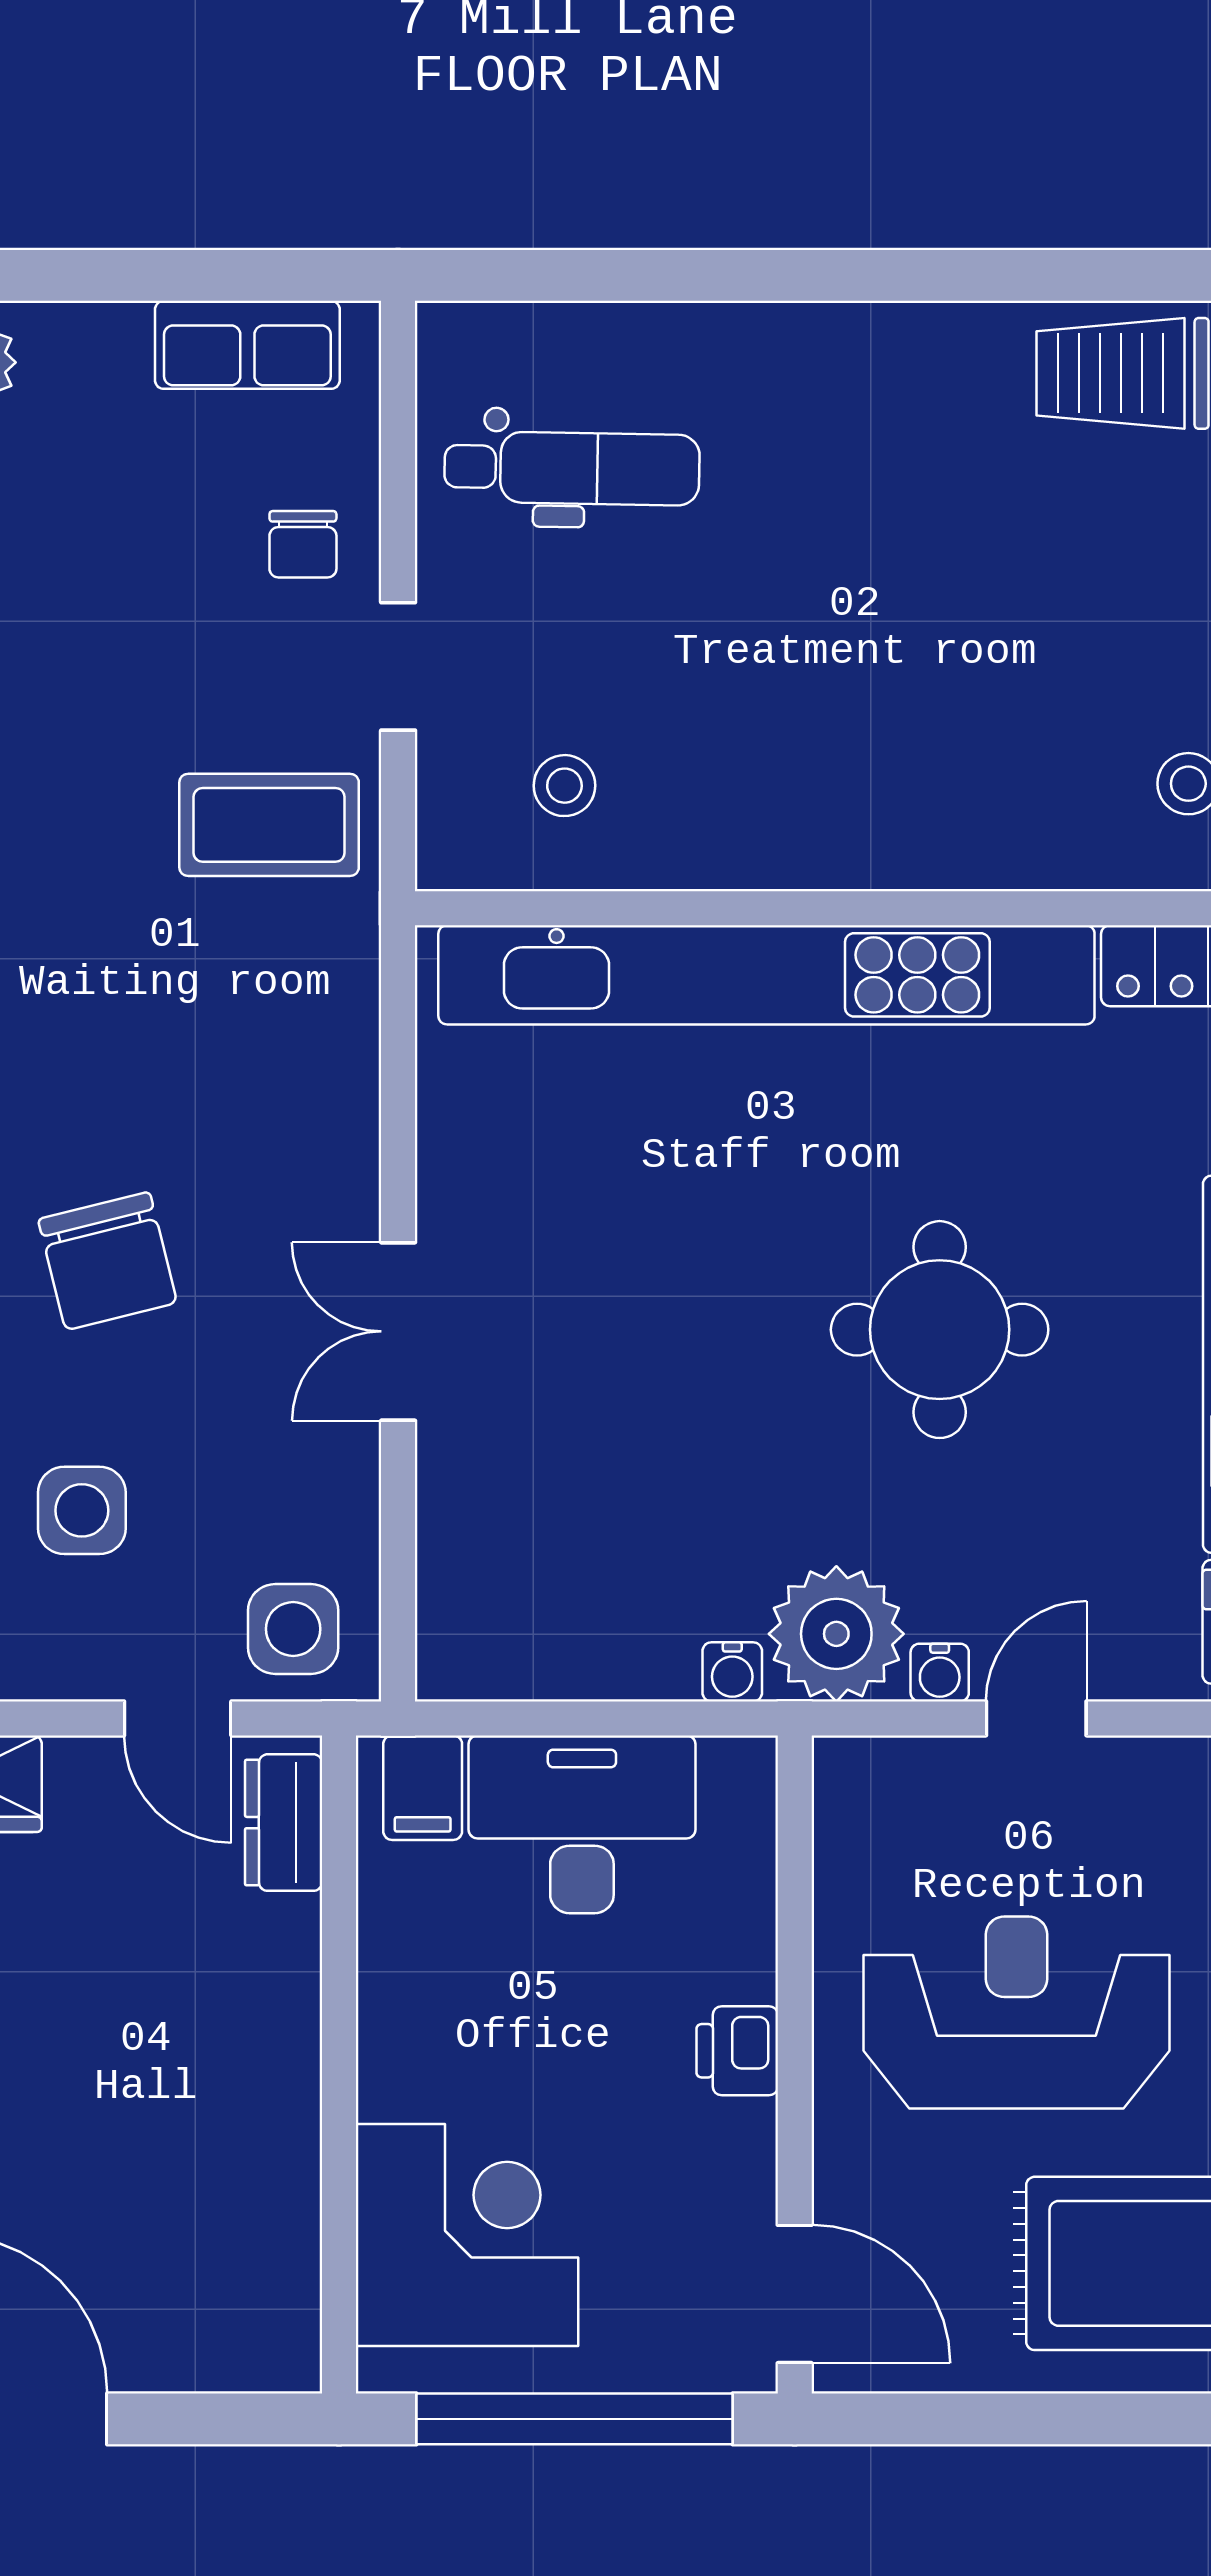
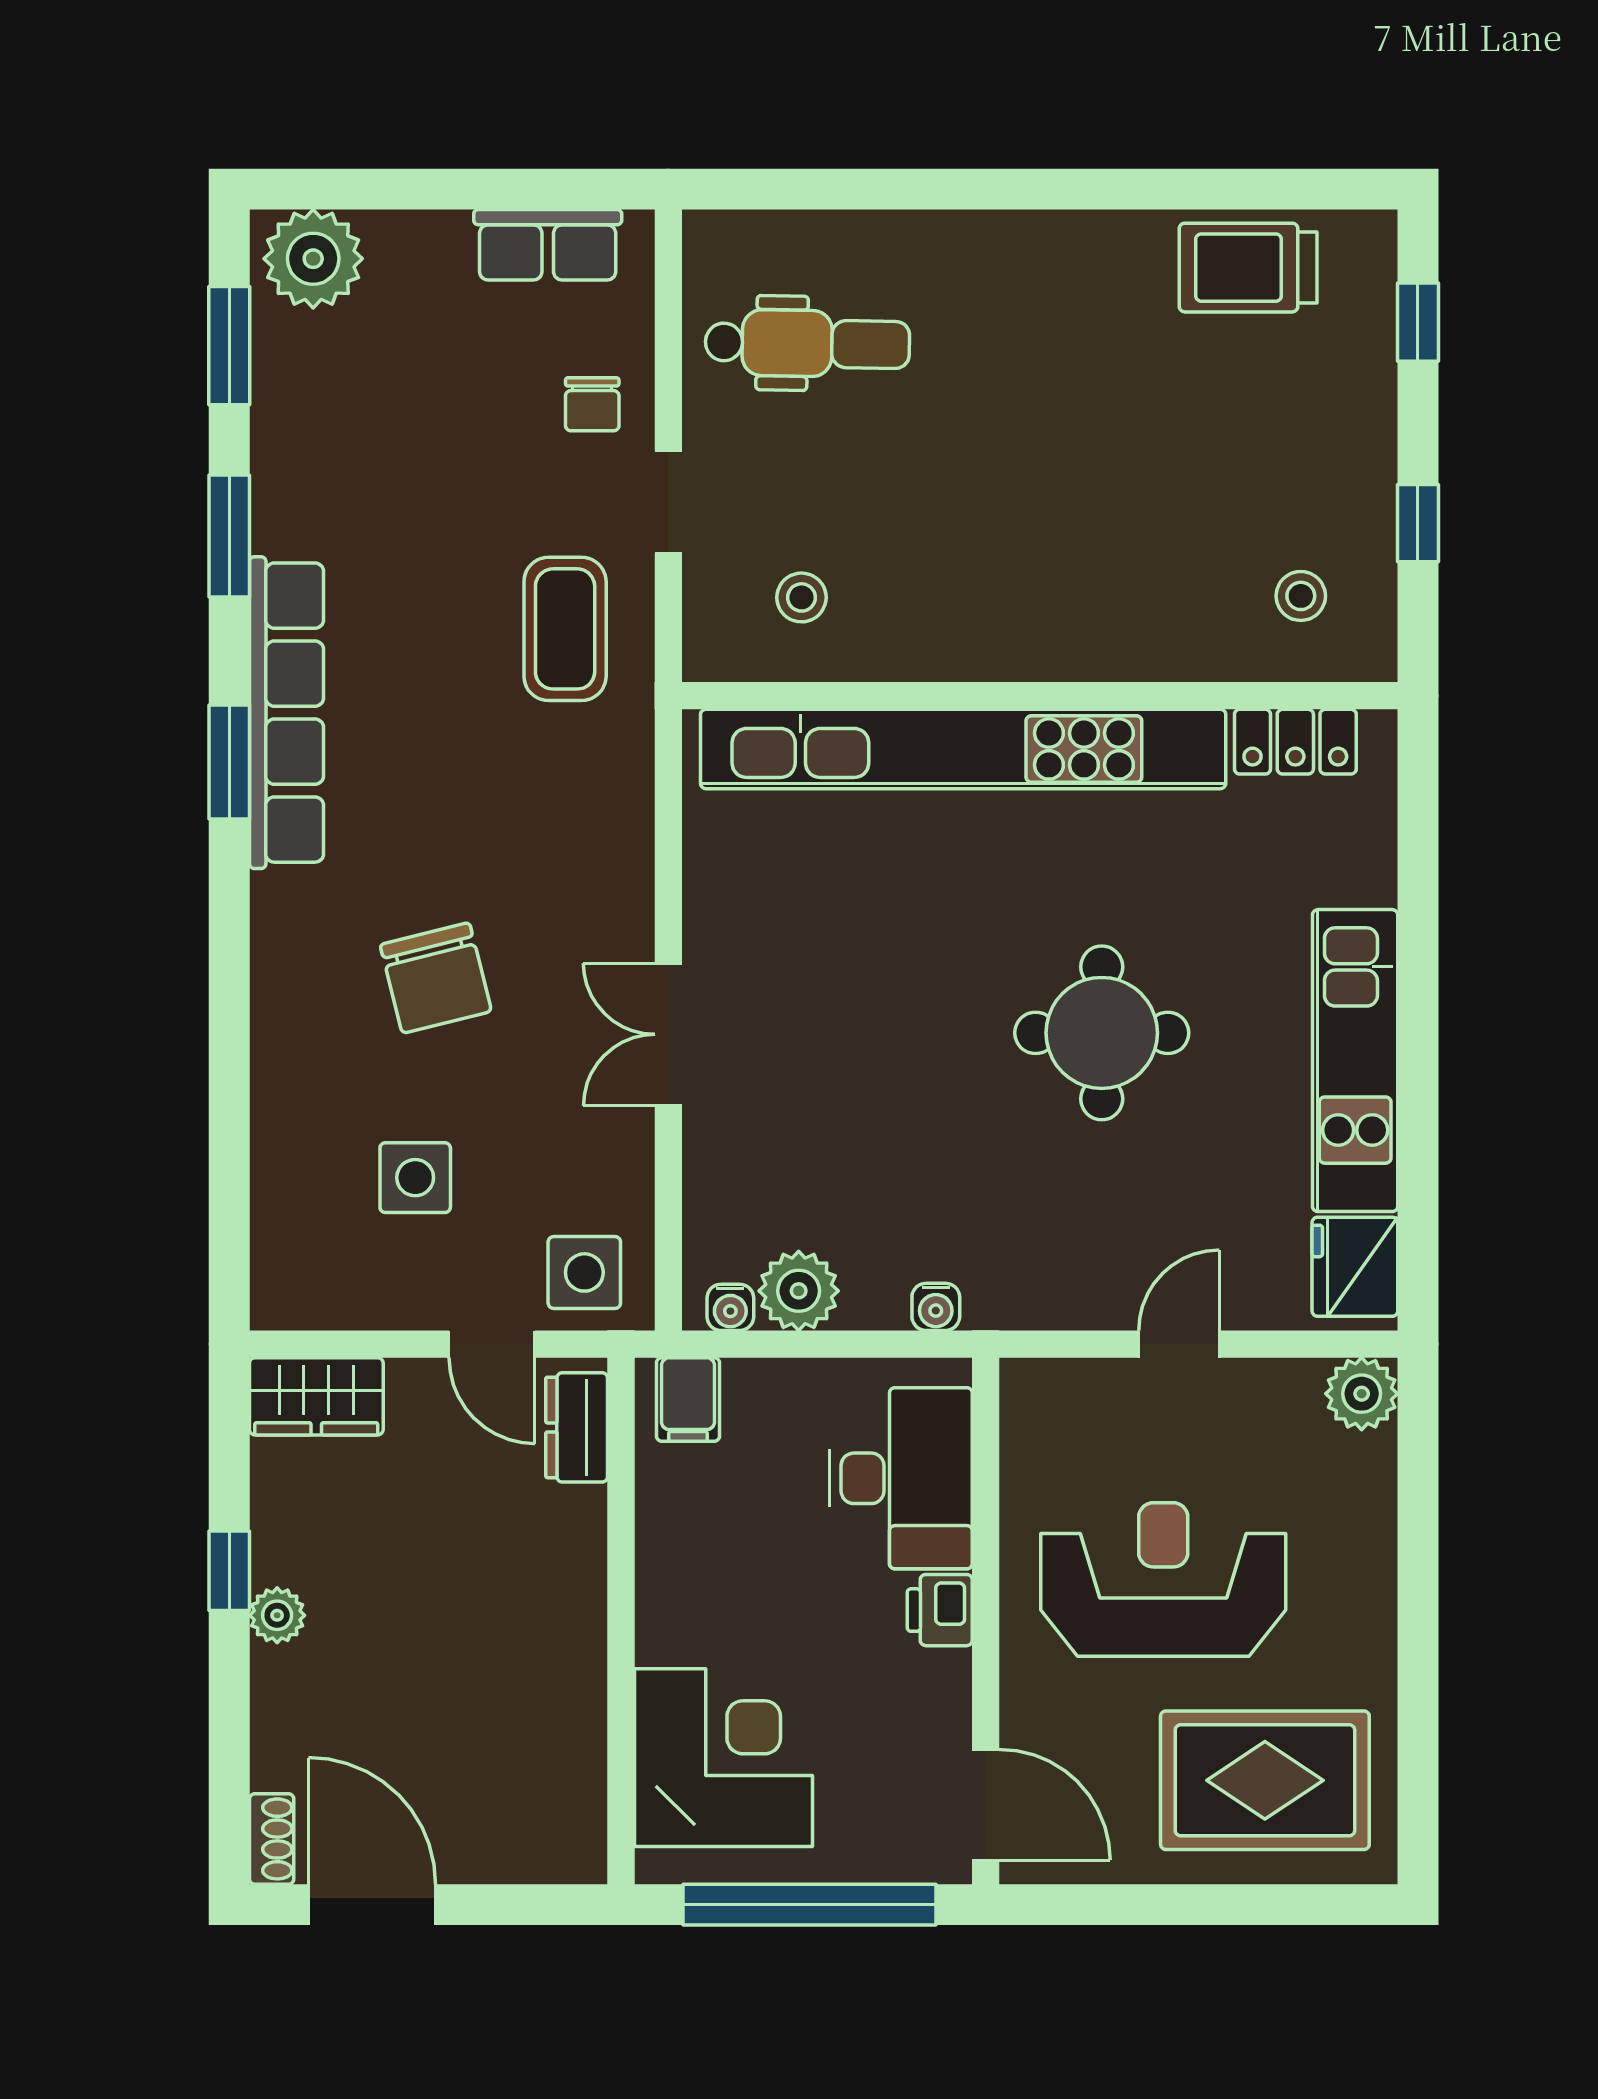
coffee table: (269, 825) -> (565, 629), turned 90
plant: (836, 1634) -> (799, 1291), moved, width x0.73, depth x0.73
water cooler: (940, 1673) -> (730, 1307), moved
desk: (582, 1824) -> (901, 1478), moved, turned 90

